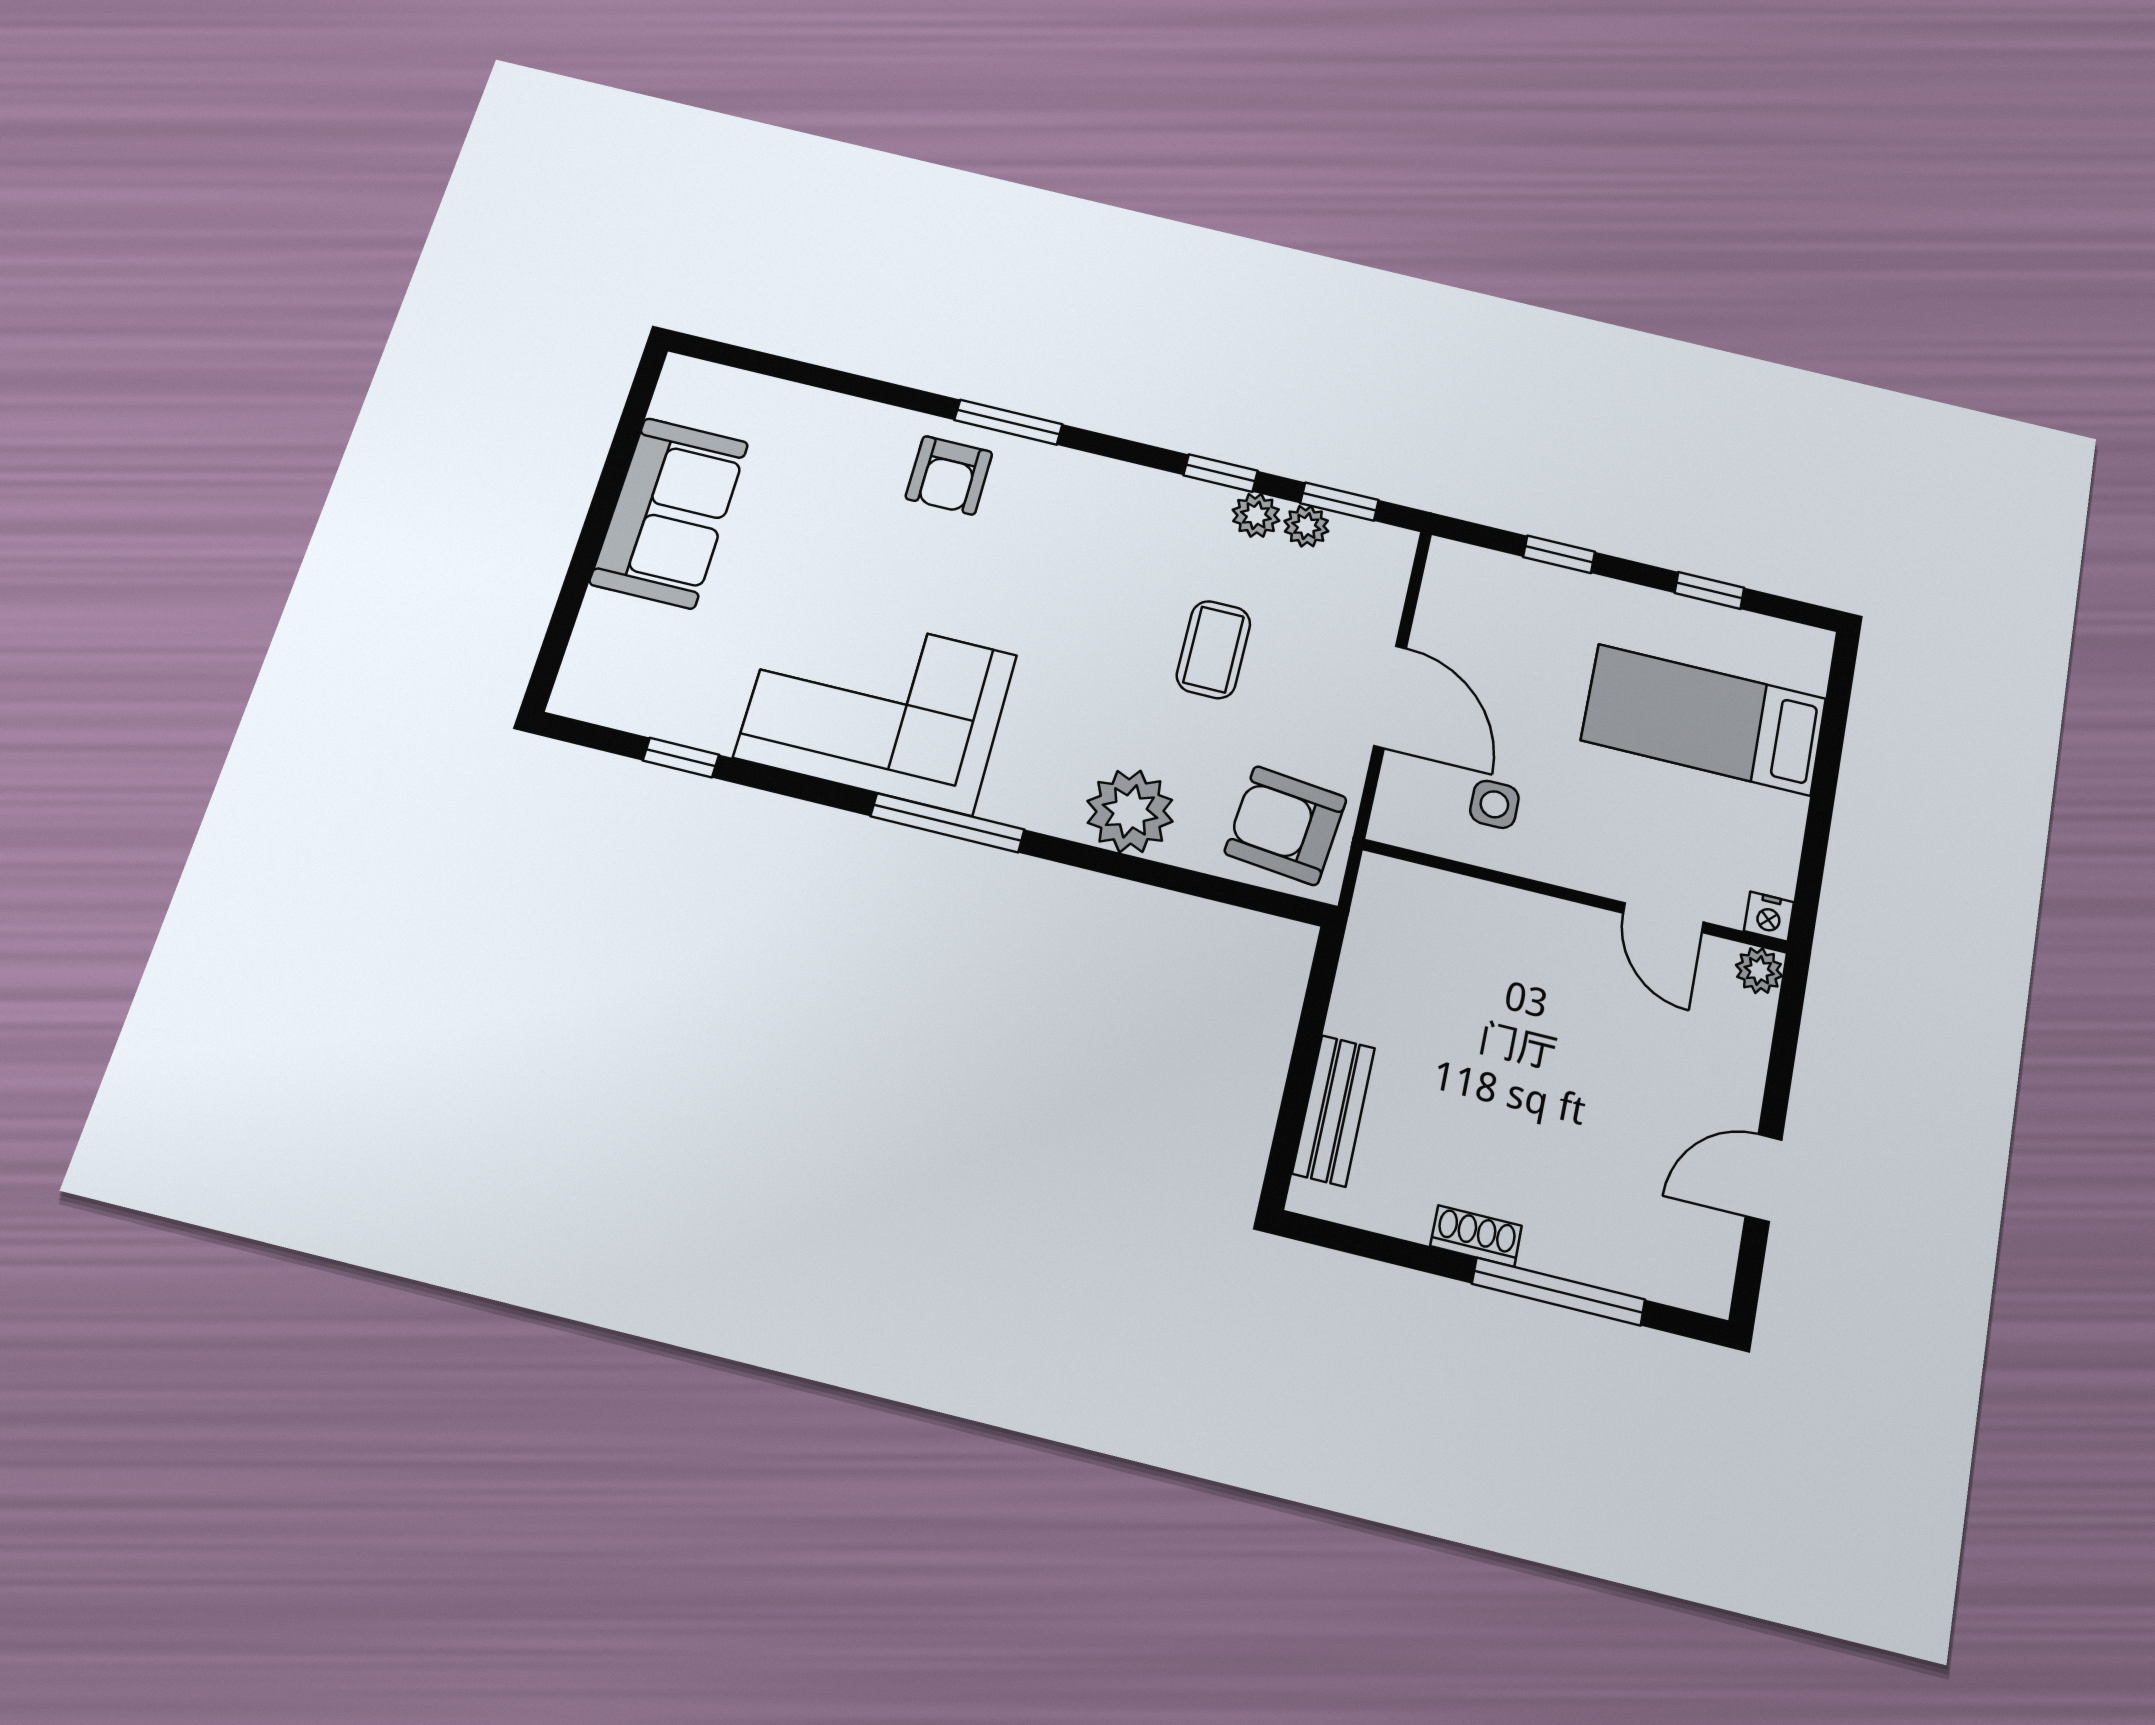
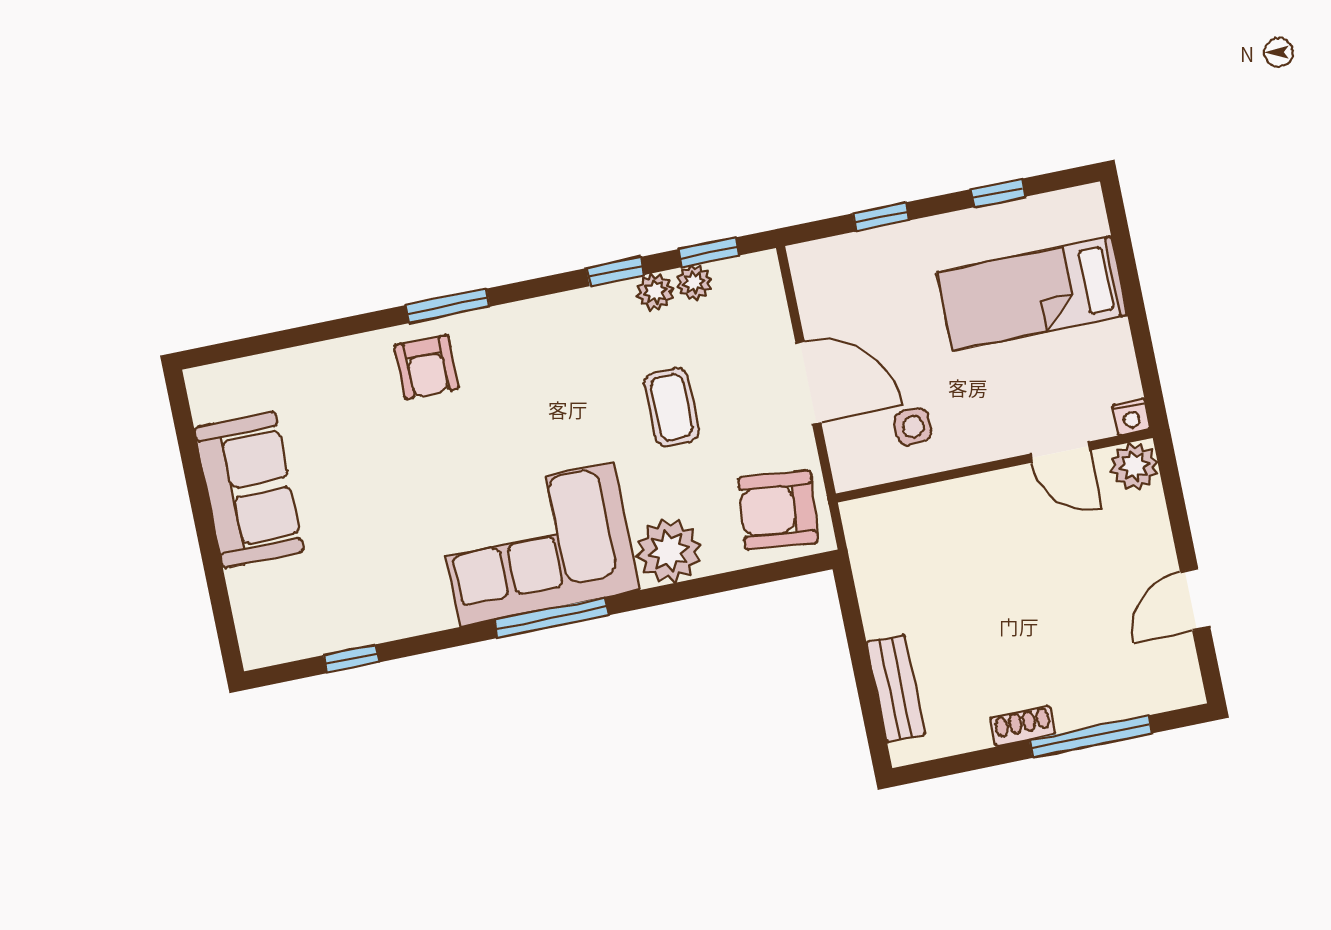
corner sofa: (876, 706) -> (537, 544), moved
plant: (1759, 971) -> (1134, 466), width x1.38, depth x1.38

